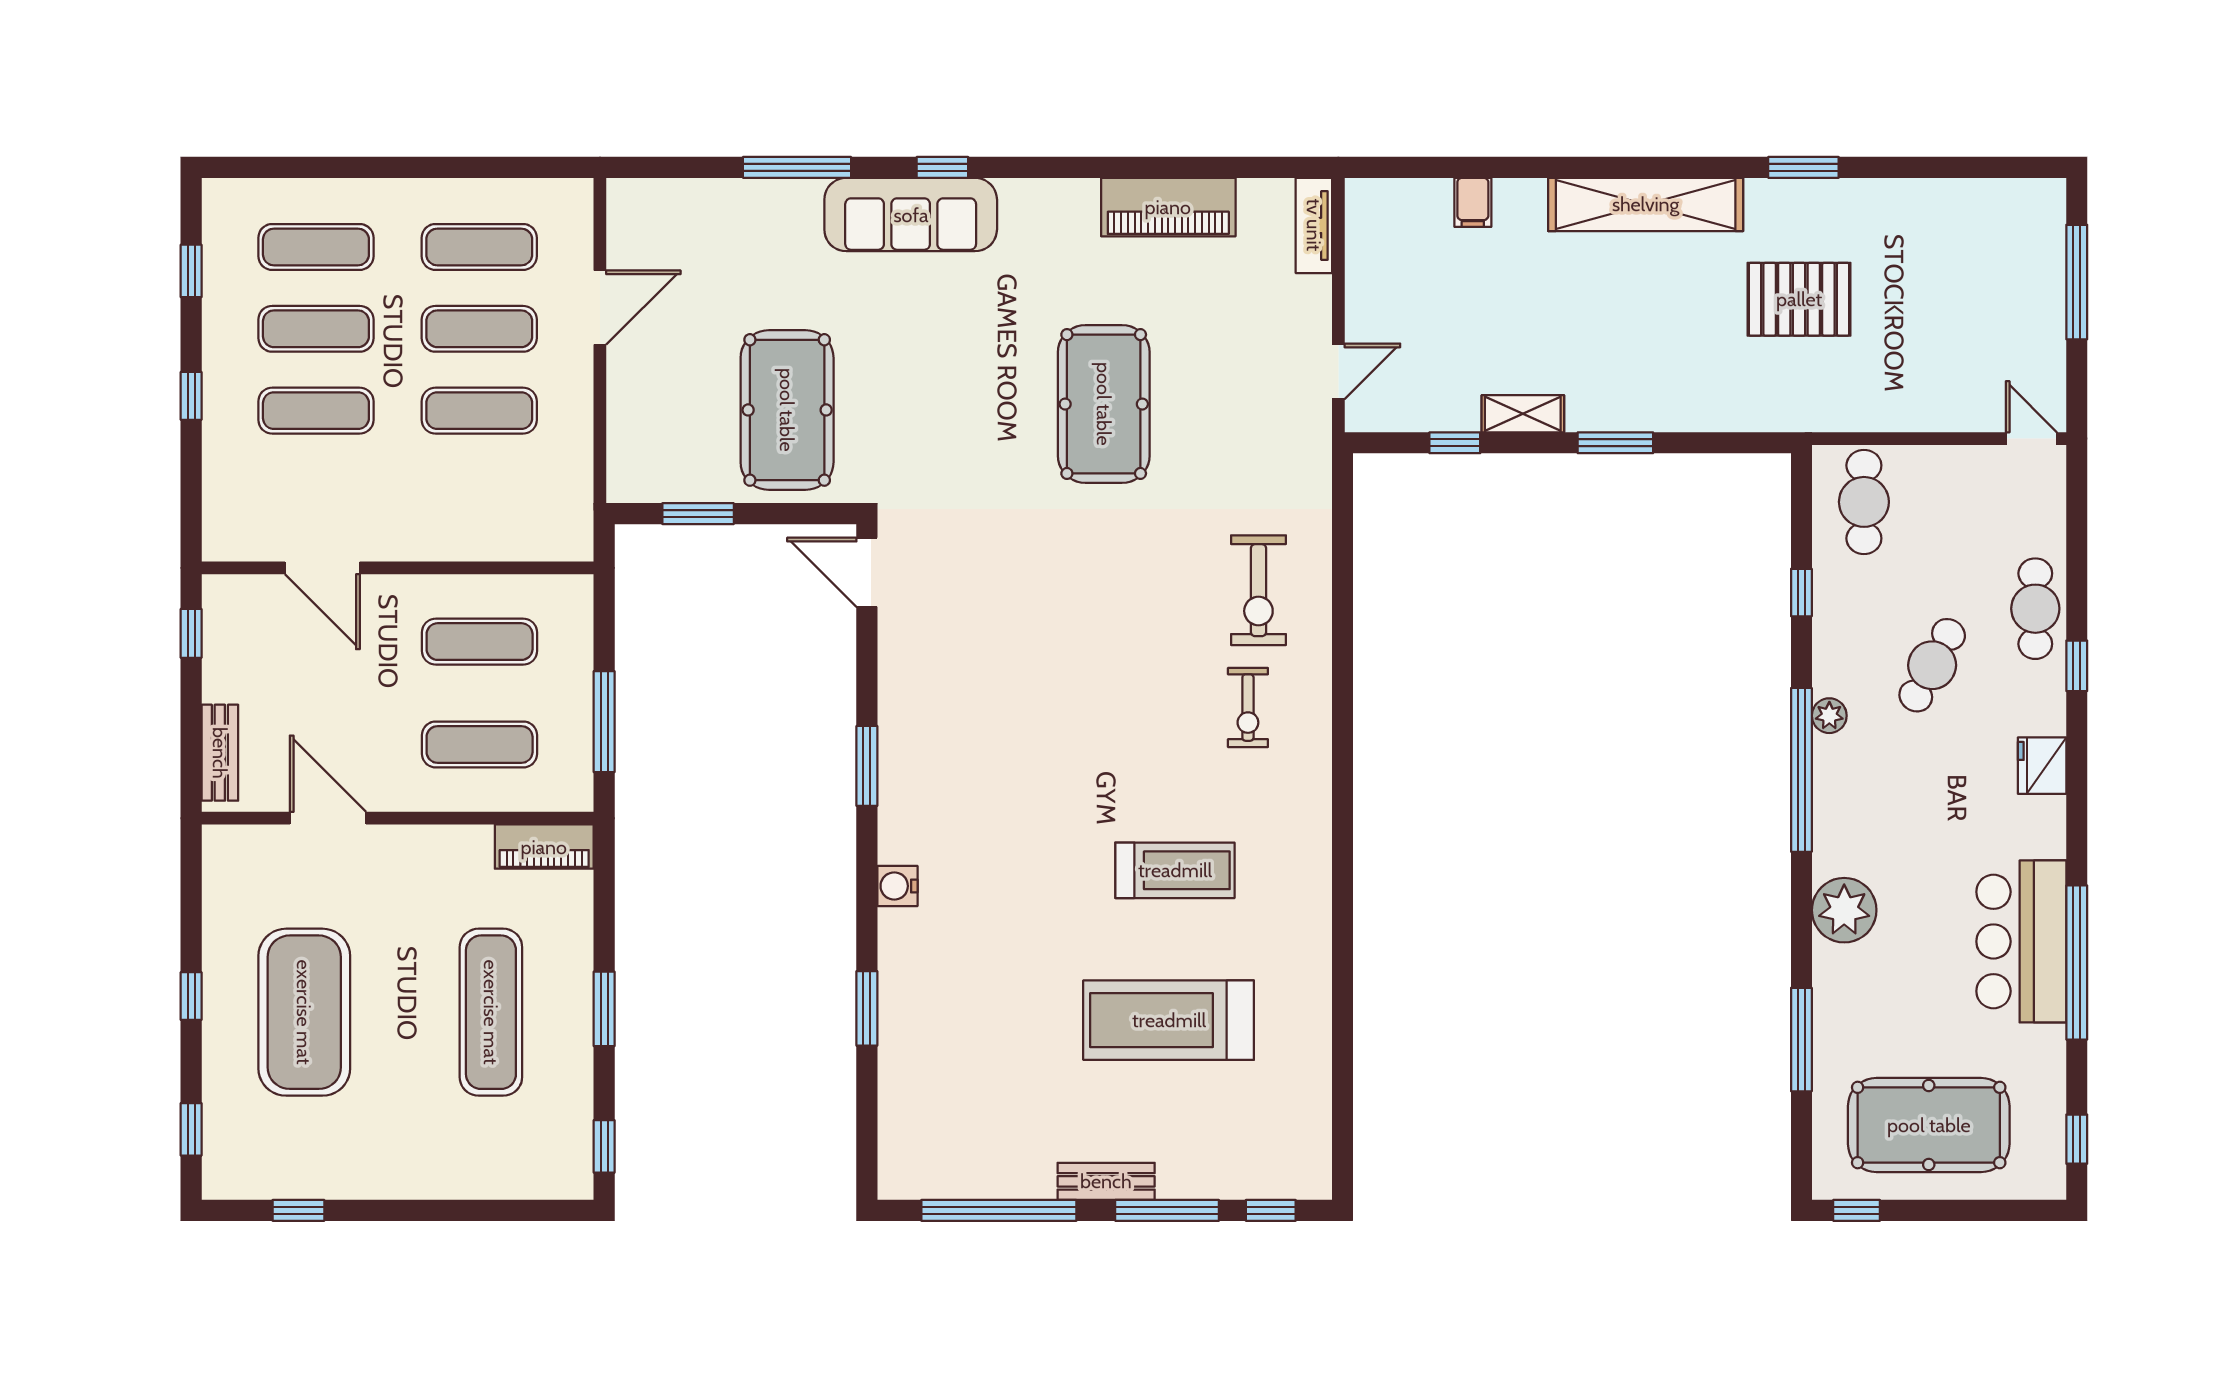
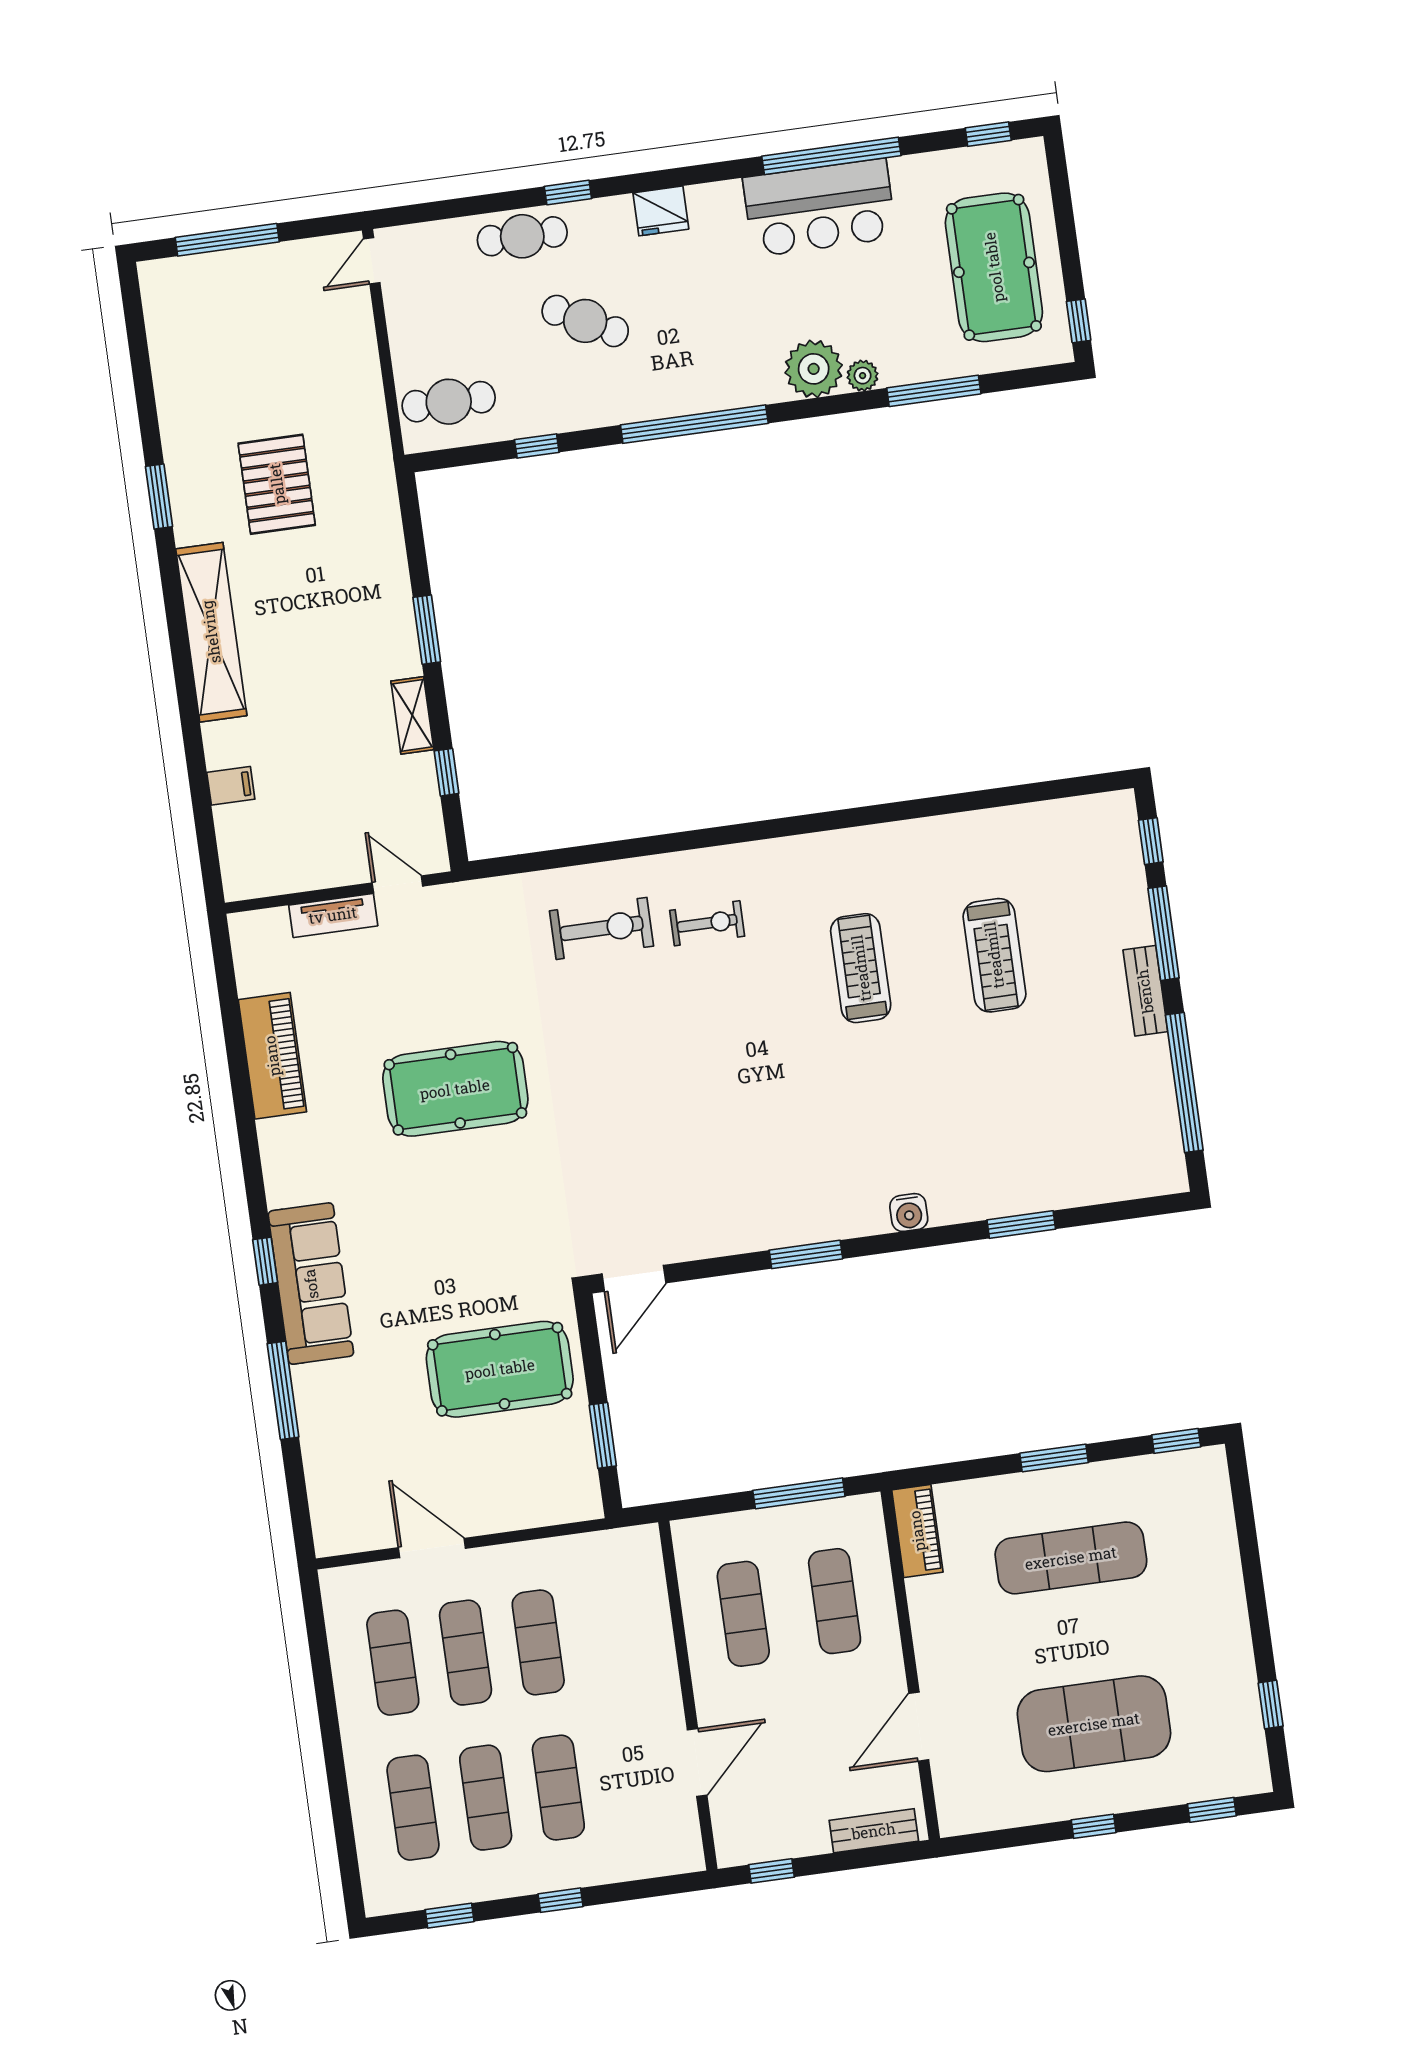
tv unit: (1314, 225) -> (333, 915), moved
plant: (1829, 716) -> (863, 376), moved
treadmill: (1169, 1020) -> (994, 955), width x0.73, depth x0.73

